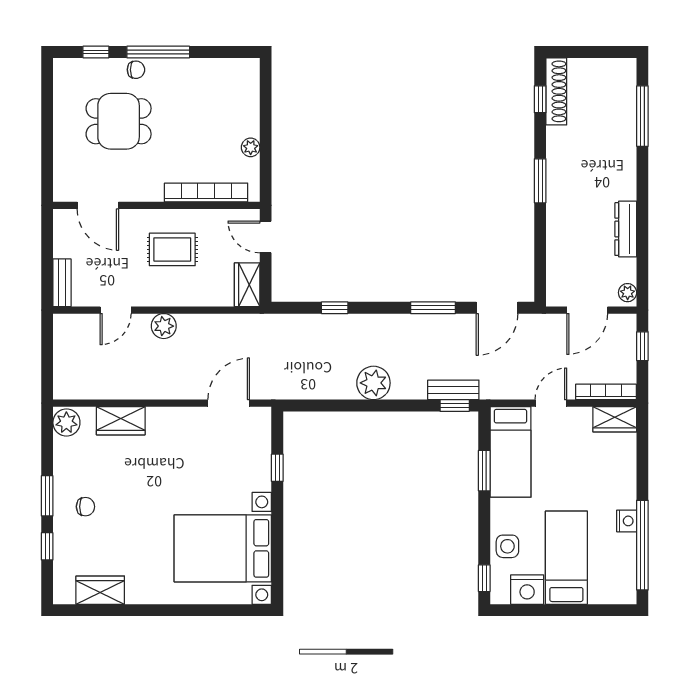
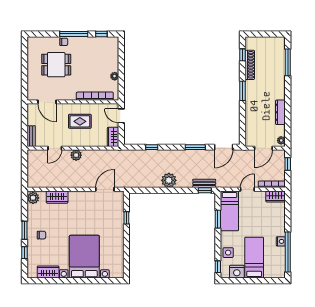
window: (96, 52) -> (101, 34), moved
shoe rack: (556, 91) -> (250, 65), moved
bed with nightstands: (223, 548) -> (84, 257), moved, turned 90

